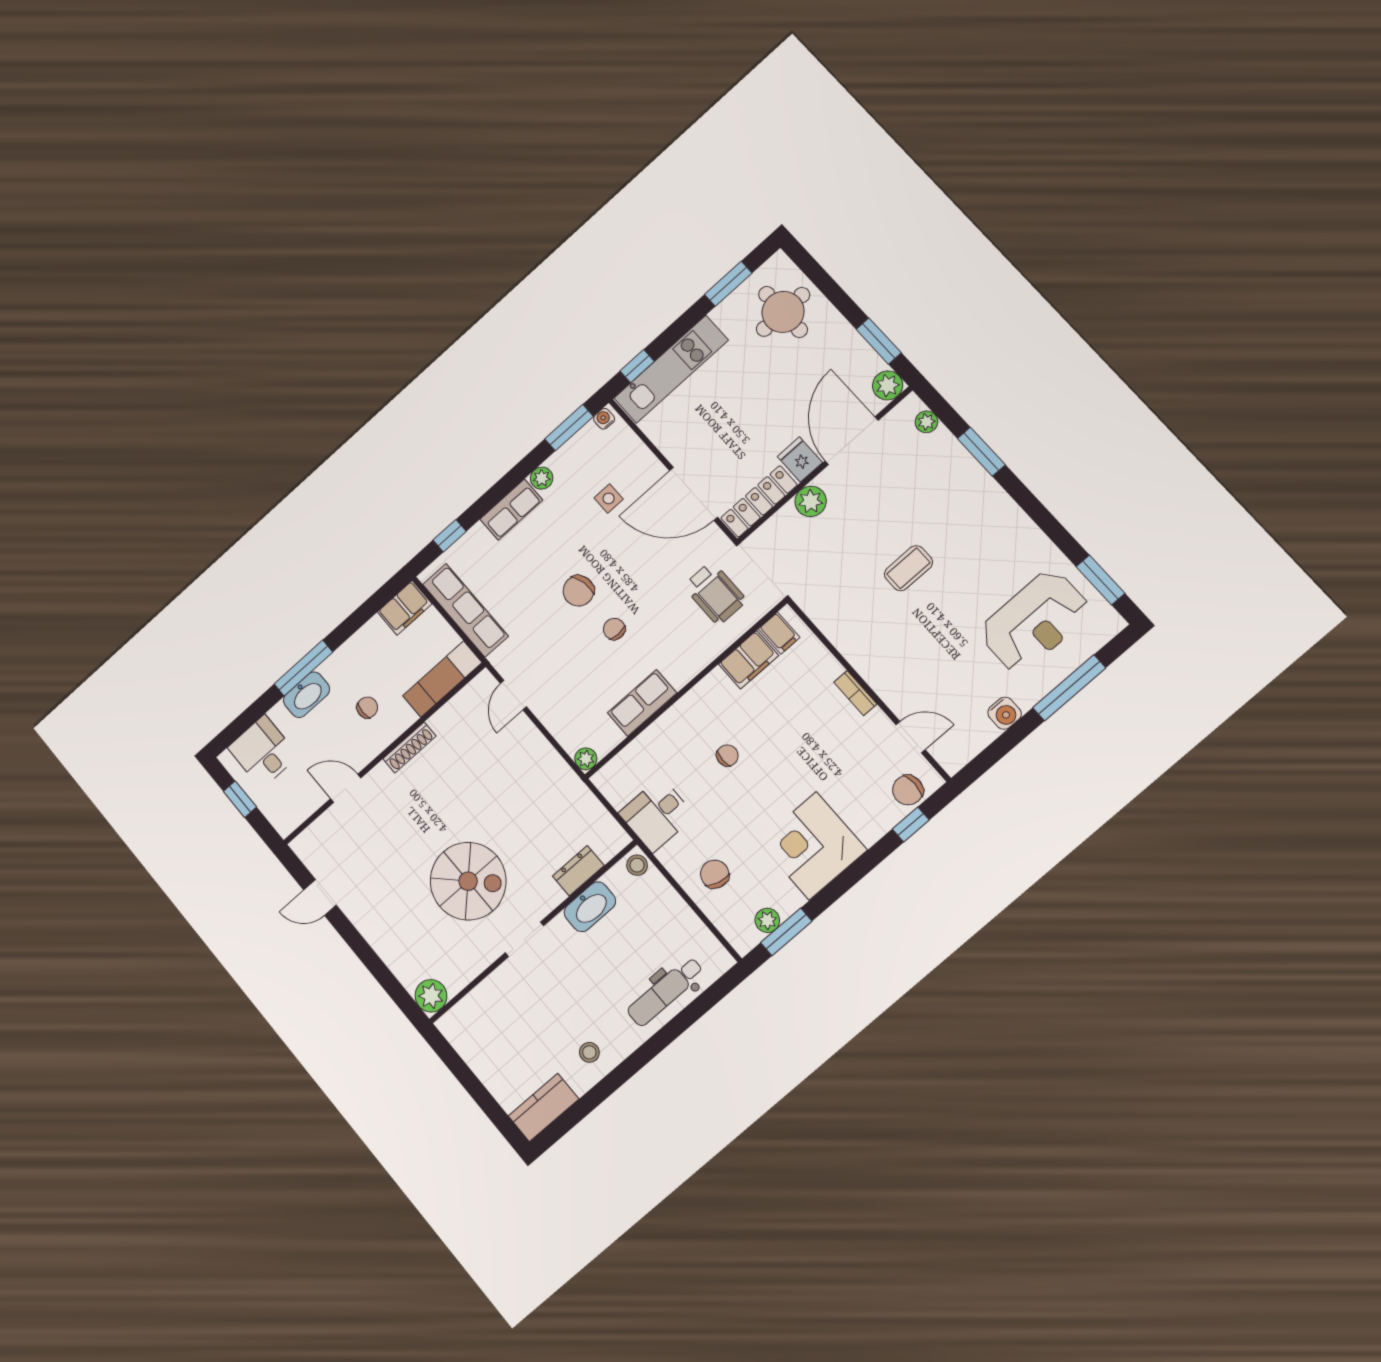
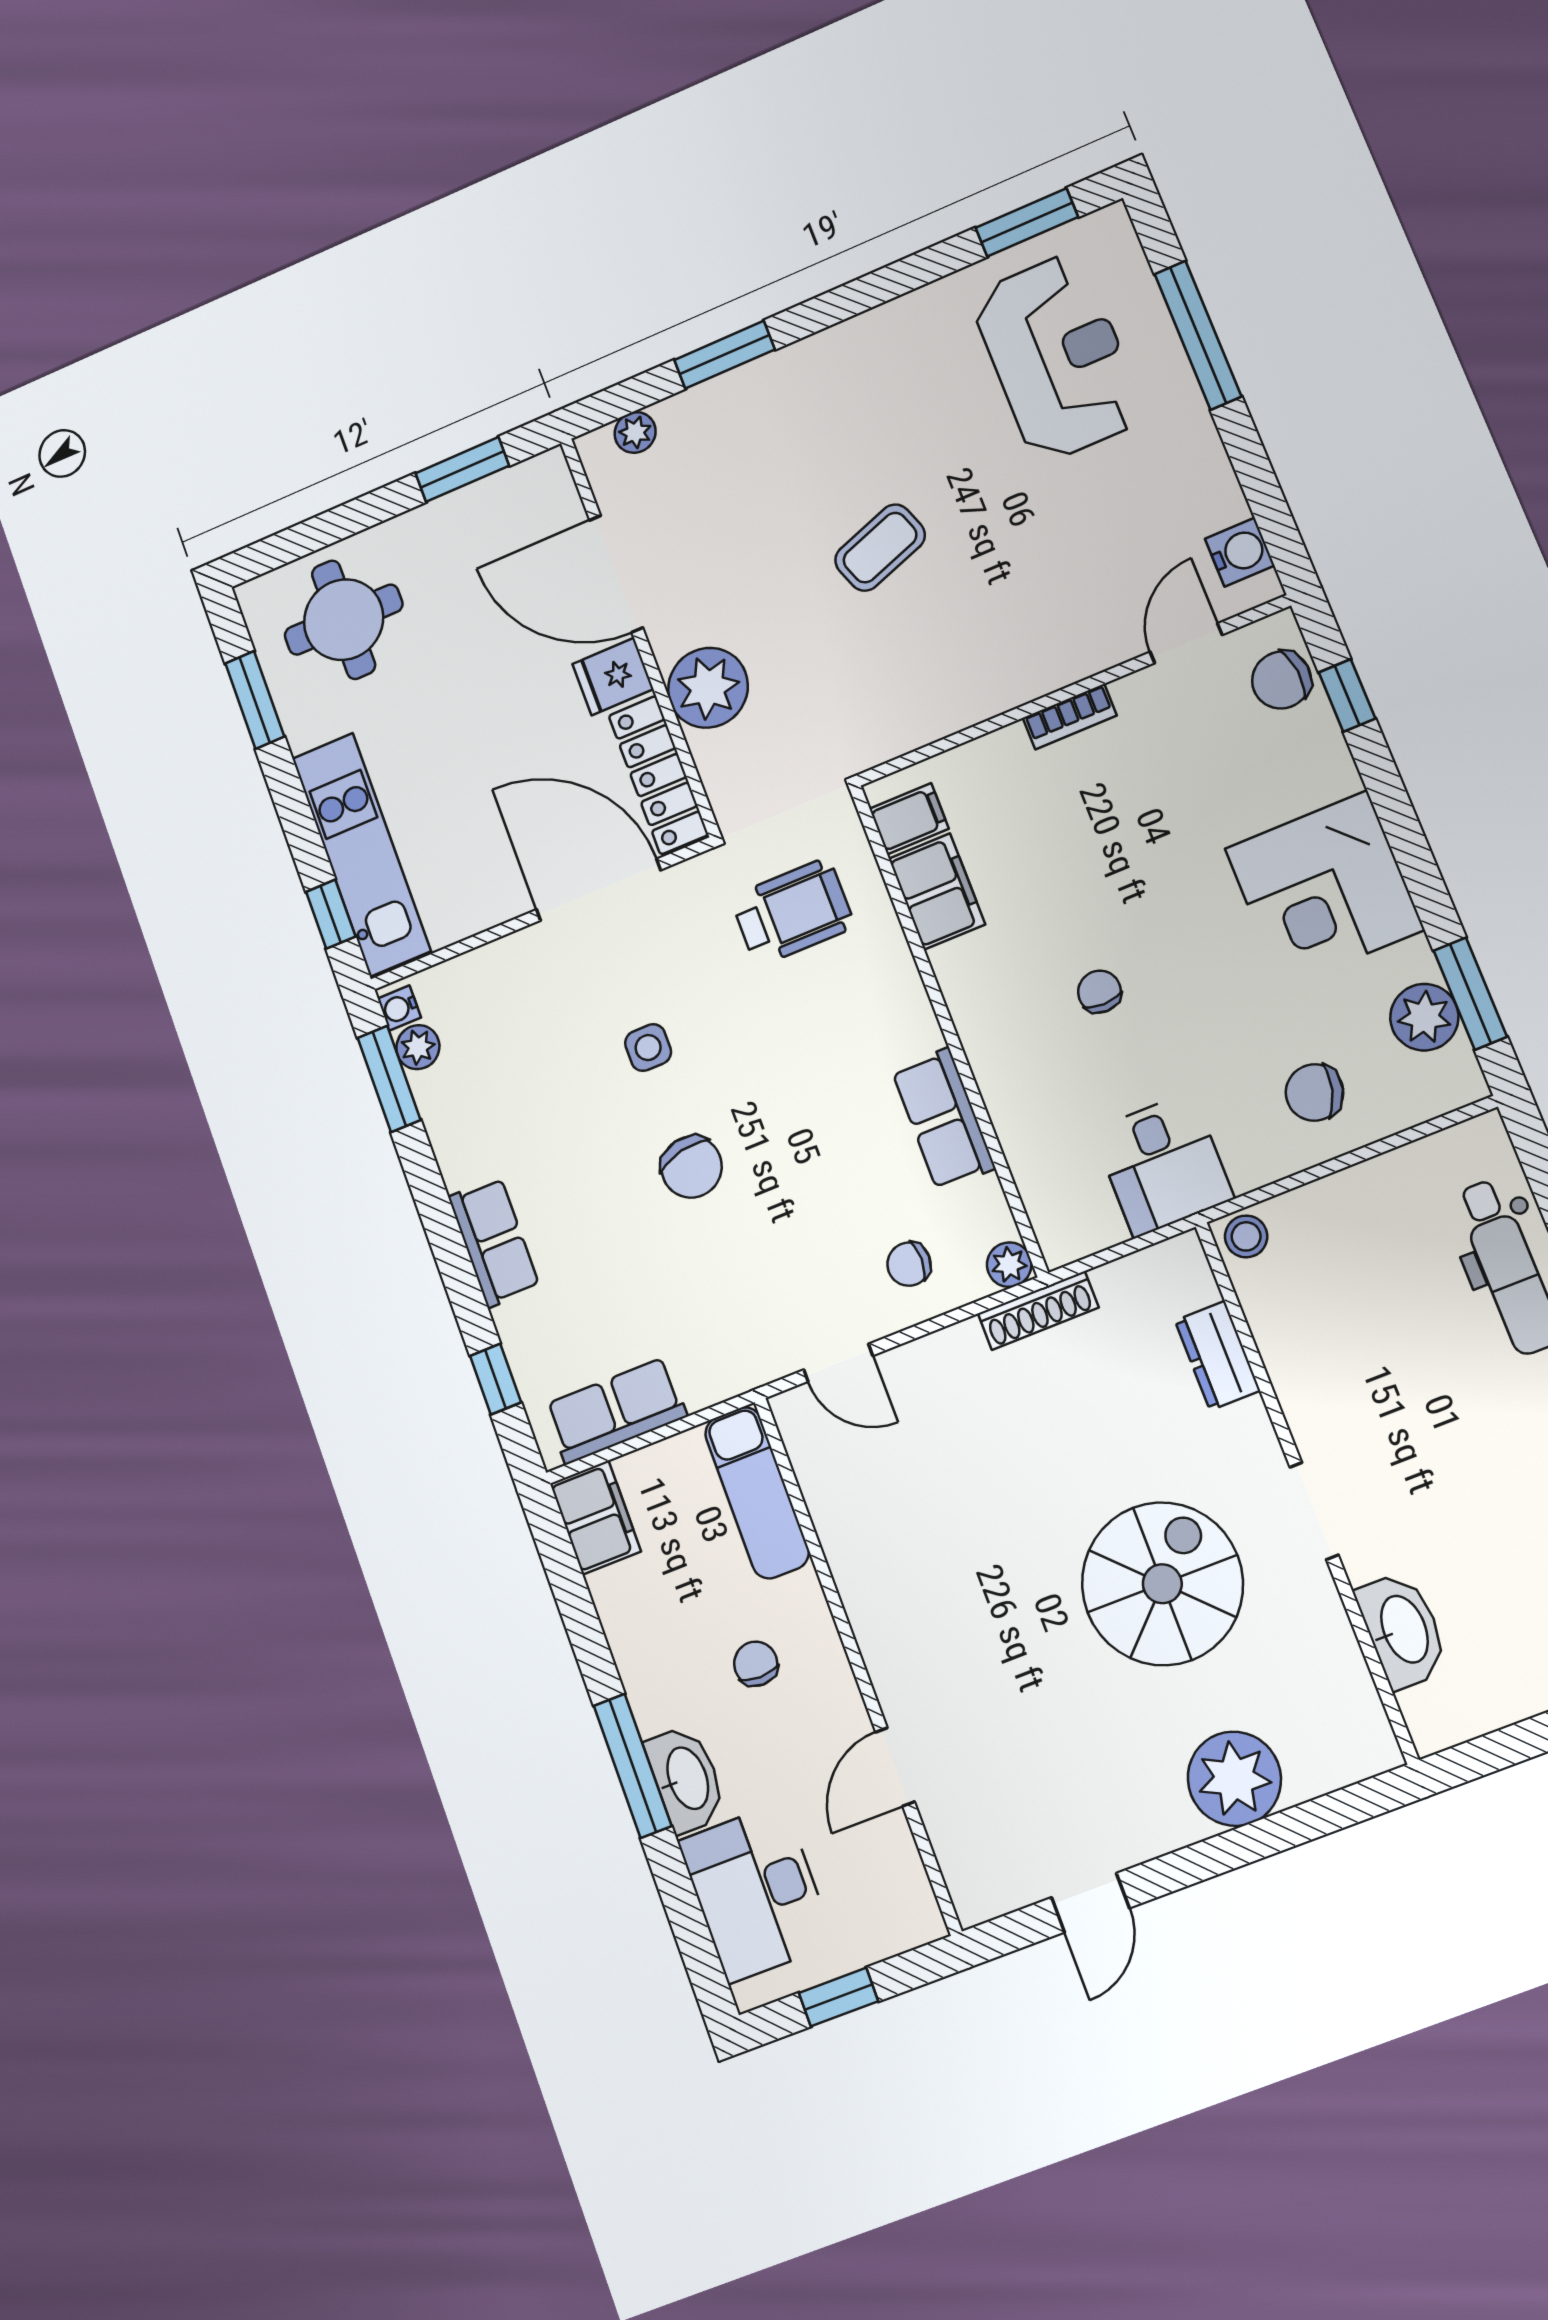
plant: (888, 385) -> (545, 479), removed
plant: (542, 478) -> (418, 1047), moved
door: (694, 494) -> (598, 890), swing flipped
side table: (609, 498) -> (648, 1048), moved
plant: (811, 501) -> (708, 688), width x1.36, depth x1.36
coffee table: (908, 568) -> (880, 548), turned 70
row of seats: (465, 610) -> (616, 1411), width x0.68
chair: (614, 629) -> (909, 1264), moved
water cooler: (1005, 713) -> (1240, 552), moved
shoe rack: (409, 747) -> (1038, 1311), moved, turned 90
desk: (263, 752) -> (756, 1892), width x1.37
chair: (908, 790) -> (1282, 680), turned 84
washbasin: (590, 907) -> (1403, 1630), moved
plant: (767, 920) -> (1424, 1017), width x1.38, depth x1.38
plant: (431, 996) -> (1234, 1779), moved, width x1.36, depth x1.36

